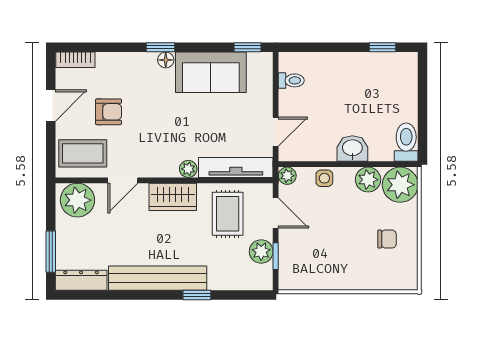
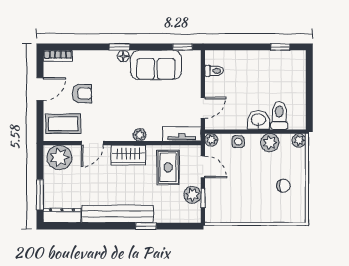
toilet: (406, 142) -> (279, 116), moved
tv unit: (236, 167) -> (182, 134), width x0.71
plant: (400, 185) -> (299, 140), width x0.53, depth x0.53

